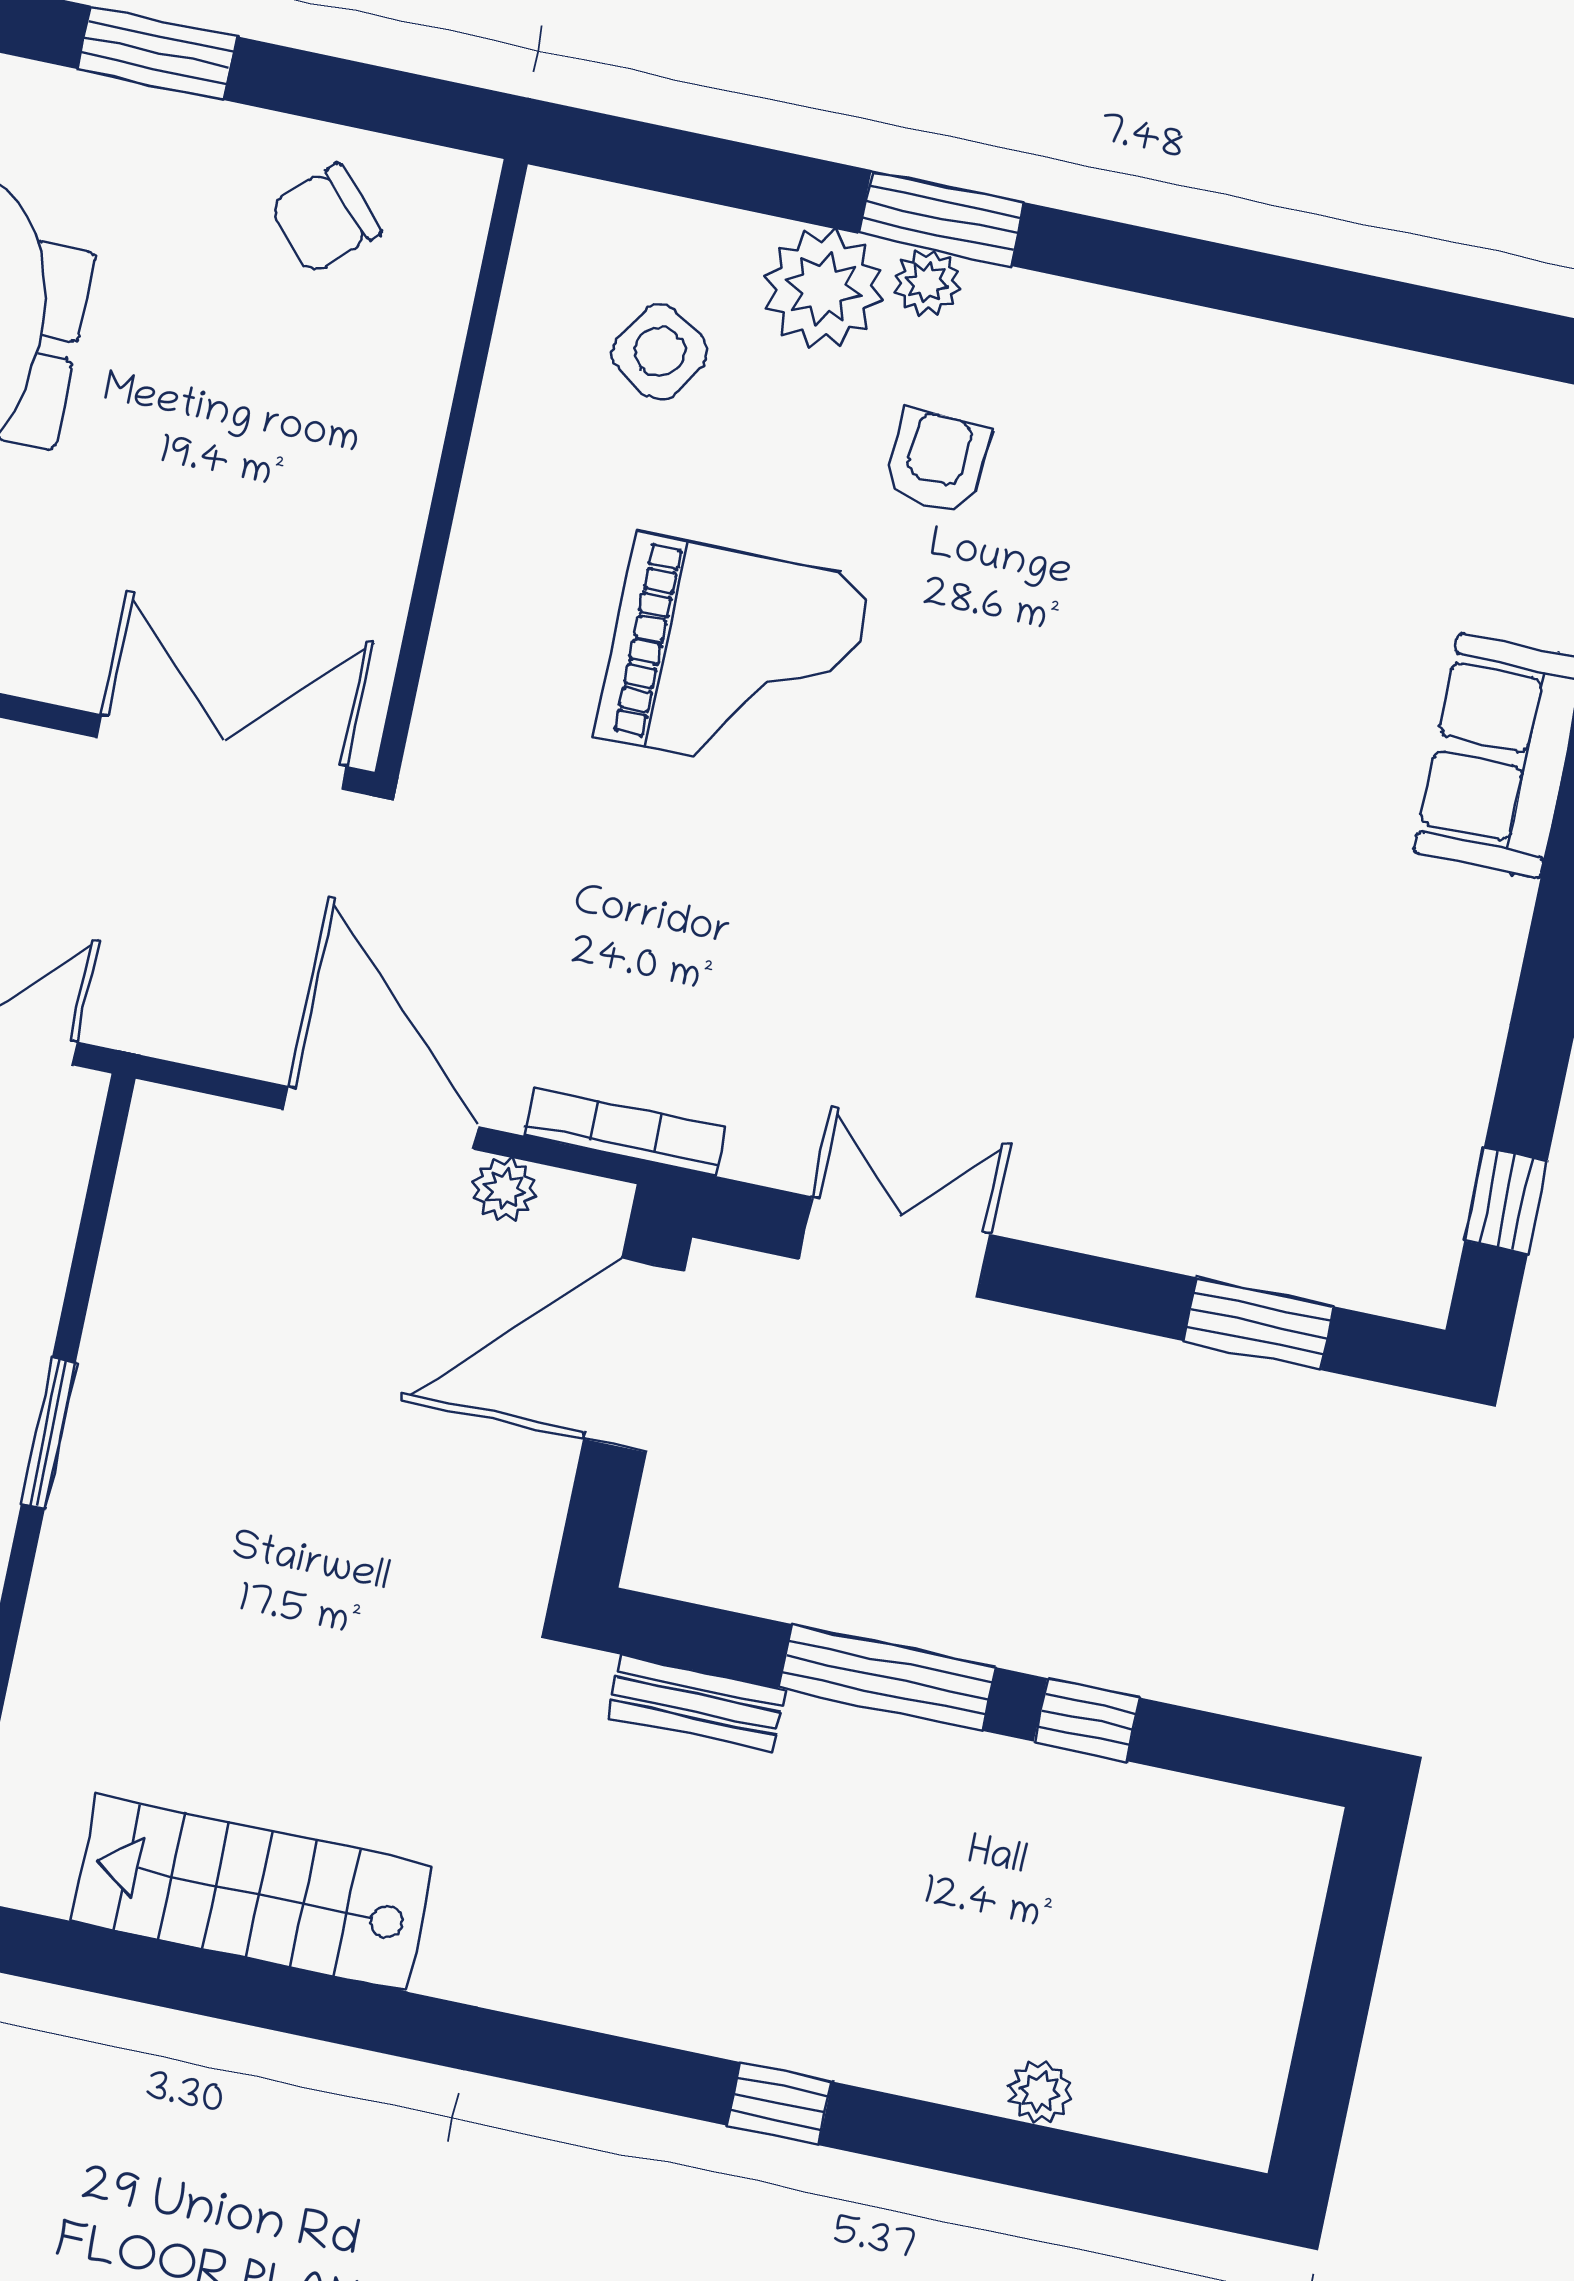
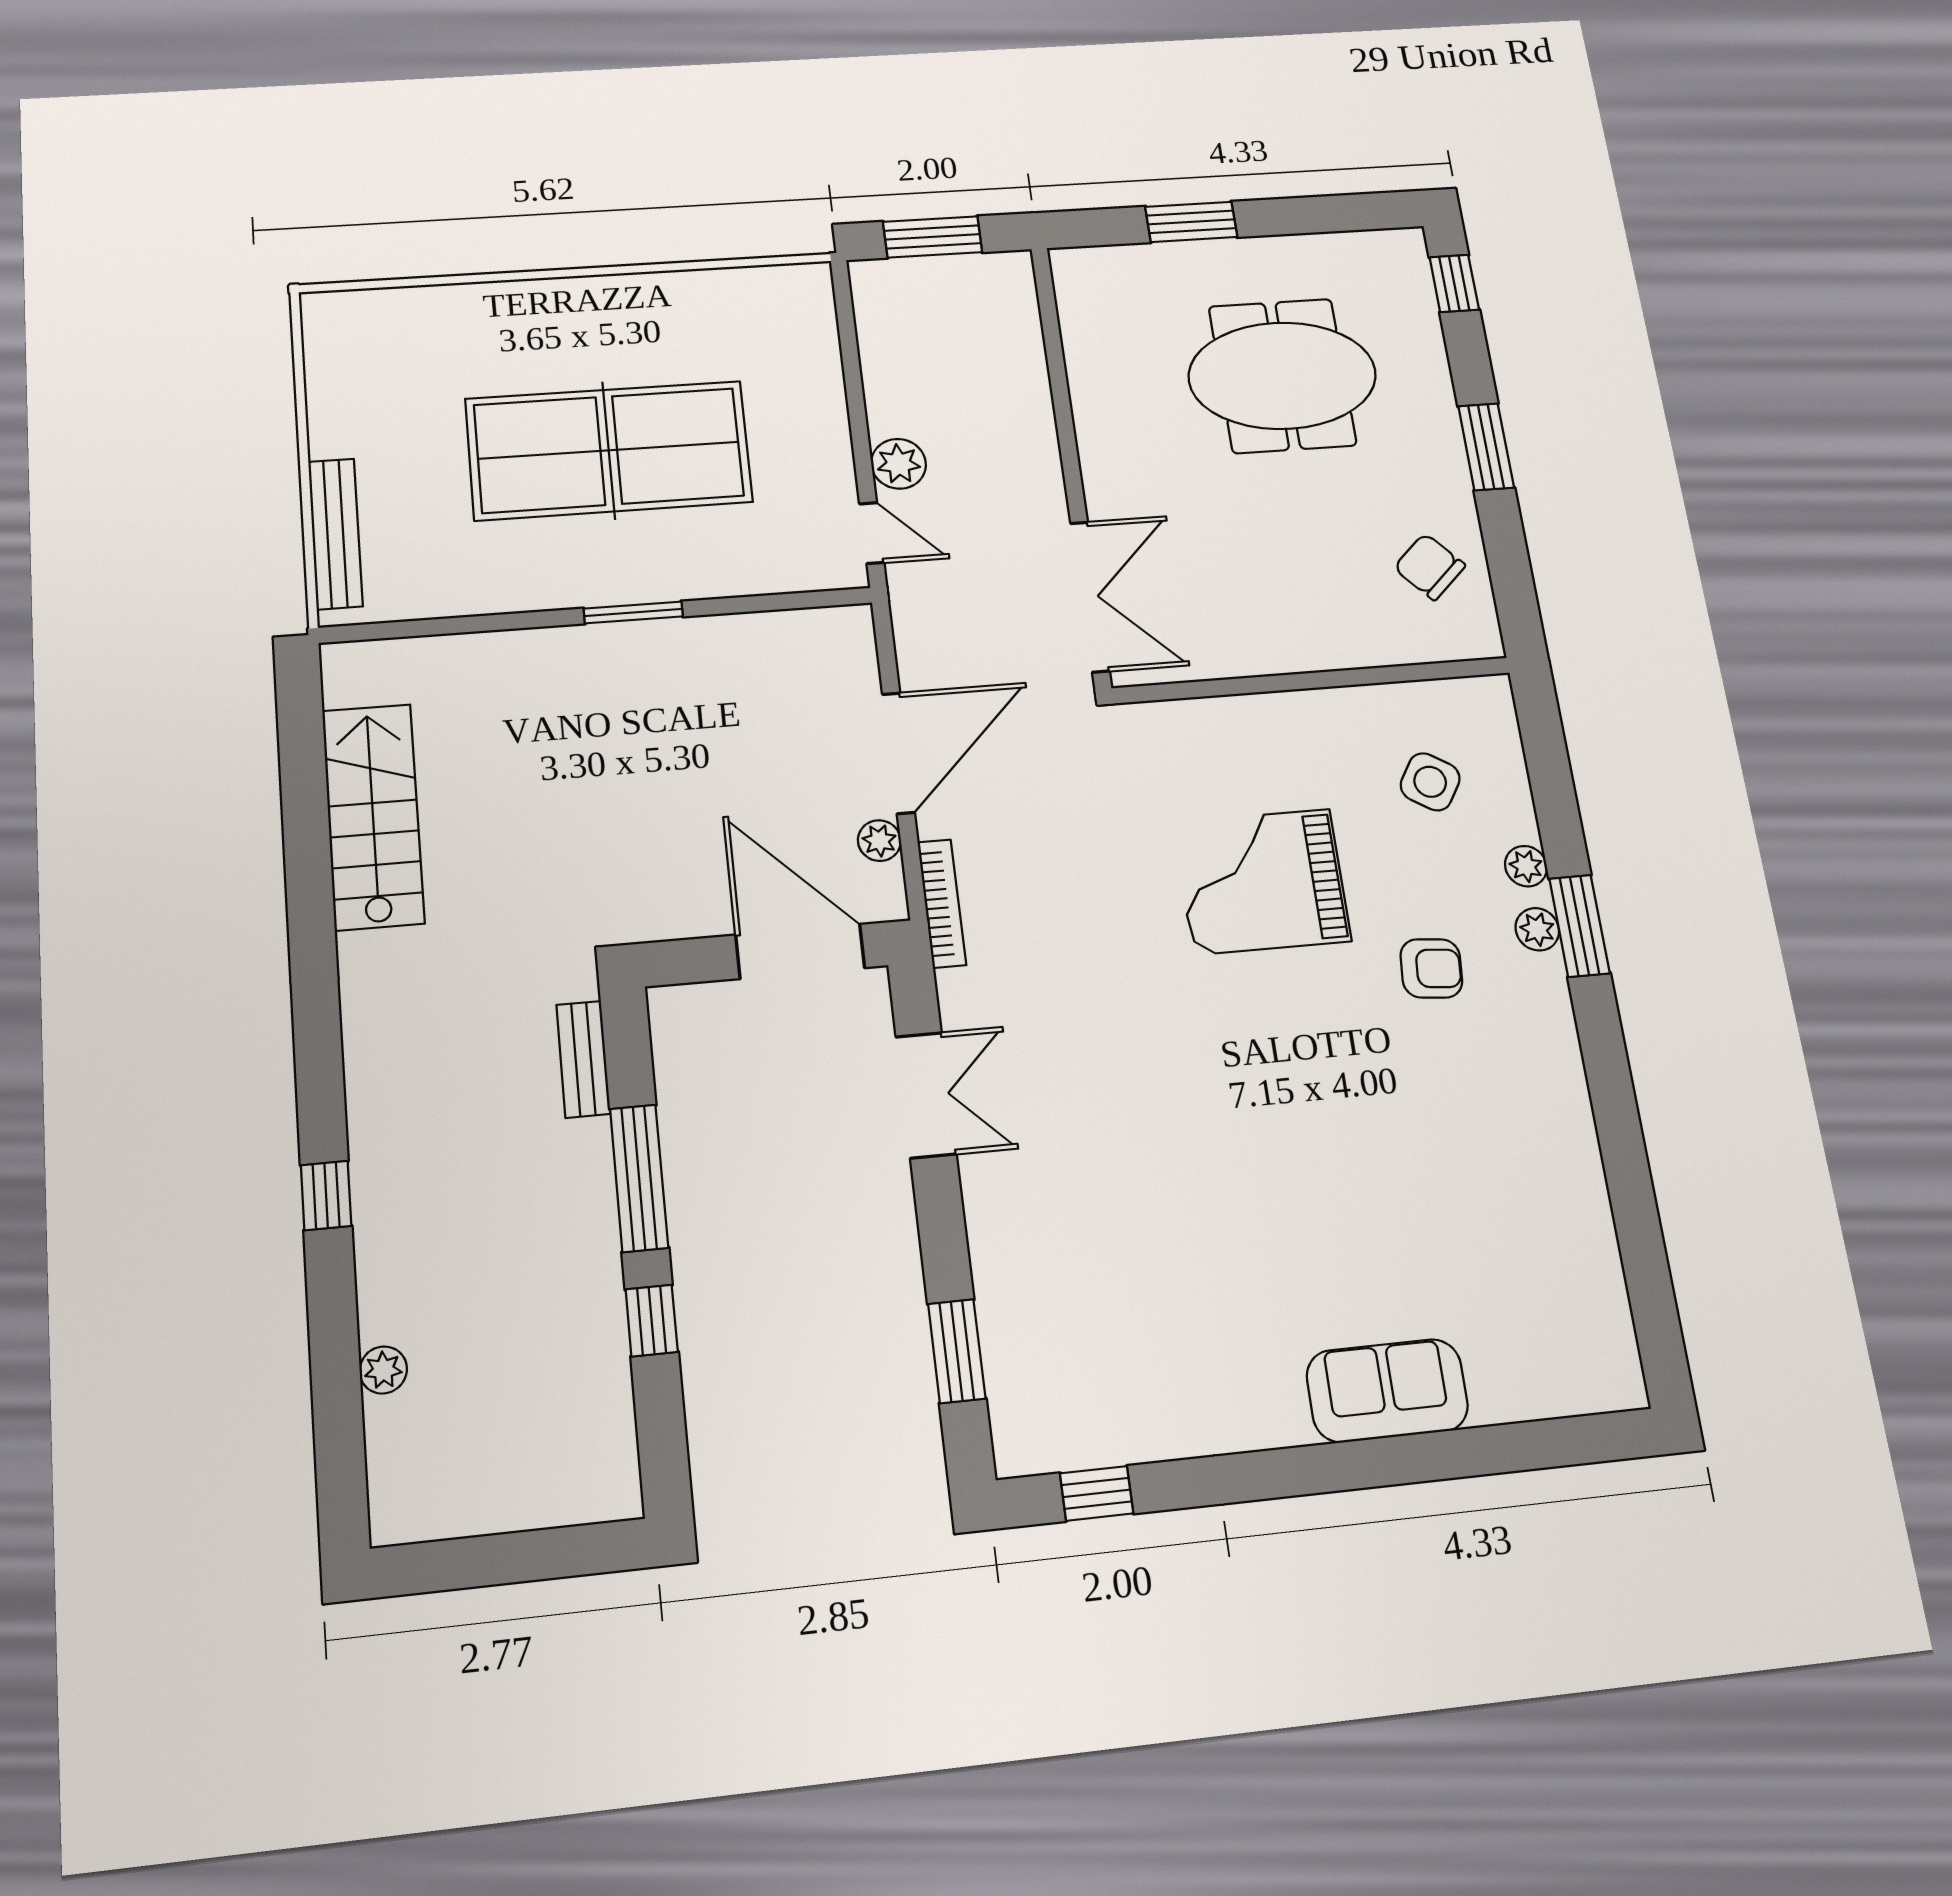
plant: (823, 288) -> (1526, 866), width x0.53, depth x0.53
grand piano: (734, 658) -> (1262, 881), turned 90

